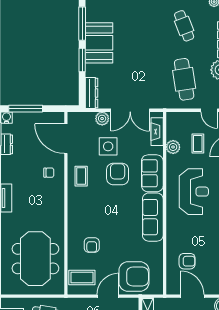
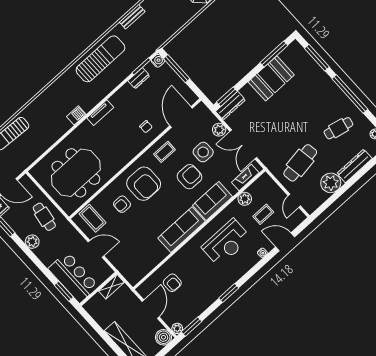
cafe table: (184, 26) -> (338, 128), turned 33
window: (82, 60) -> (227, 97), moved
armchair: (134, 276) -> (144, 184), moved

